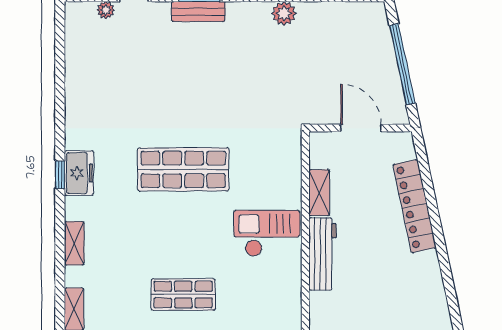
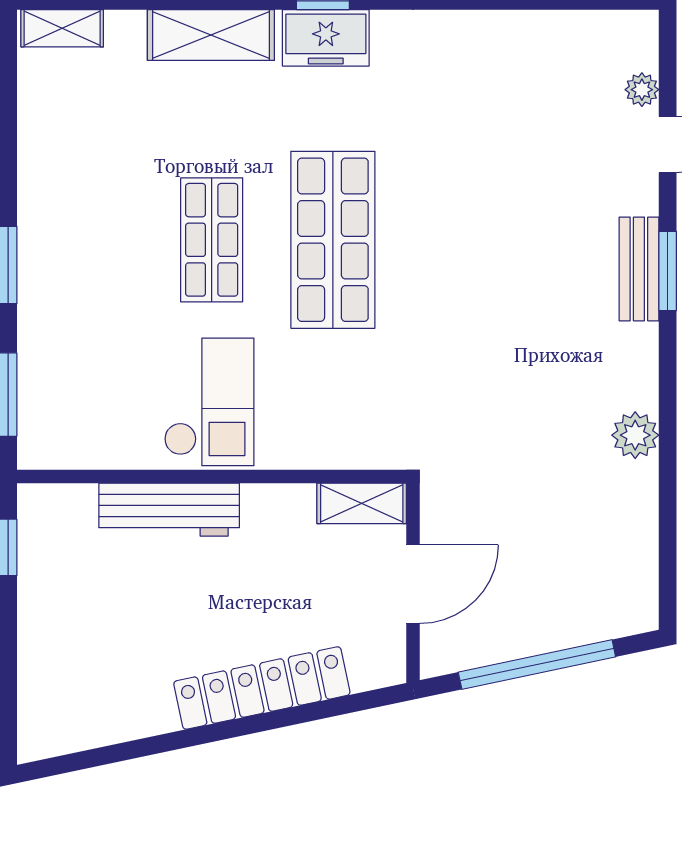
shelving: (319, 193) -> (362, 503), moved
shelving: (74, 243) -> (211, 35), width x1.50, depth x1.33
shop shelf: (183, 295) -> (212, 240), moved

